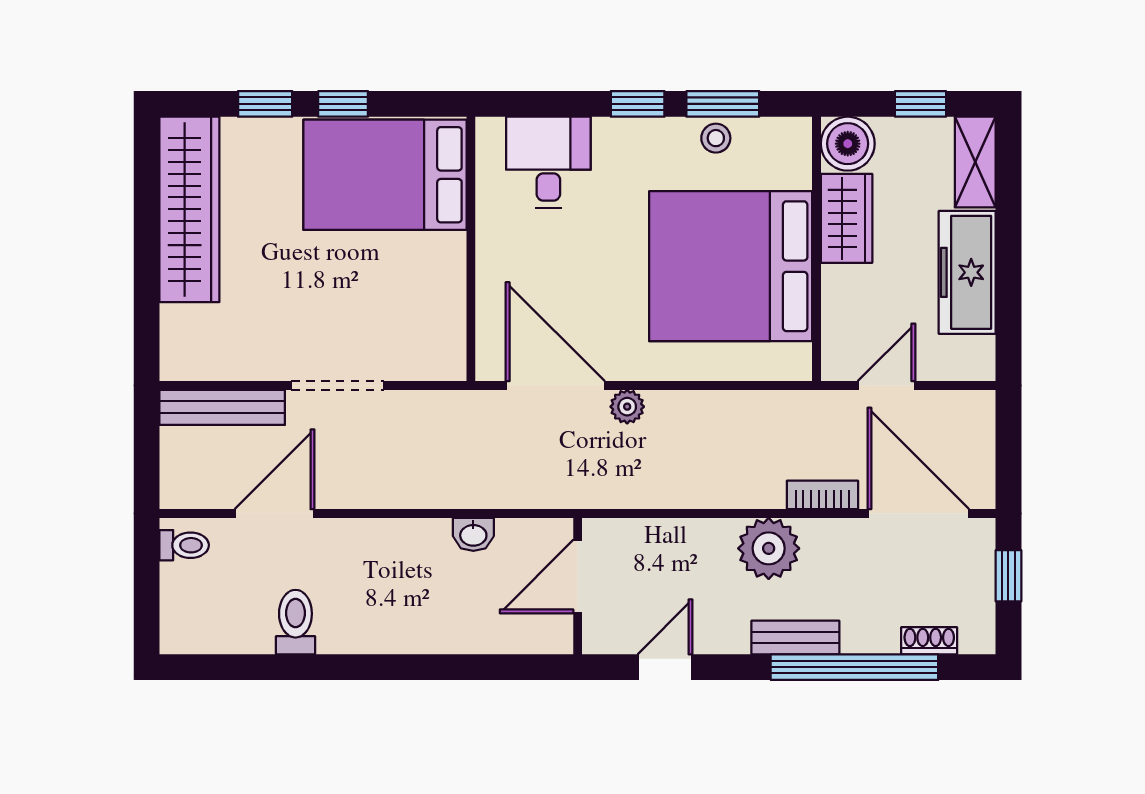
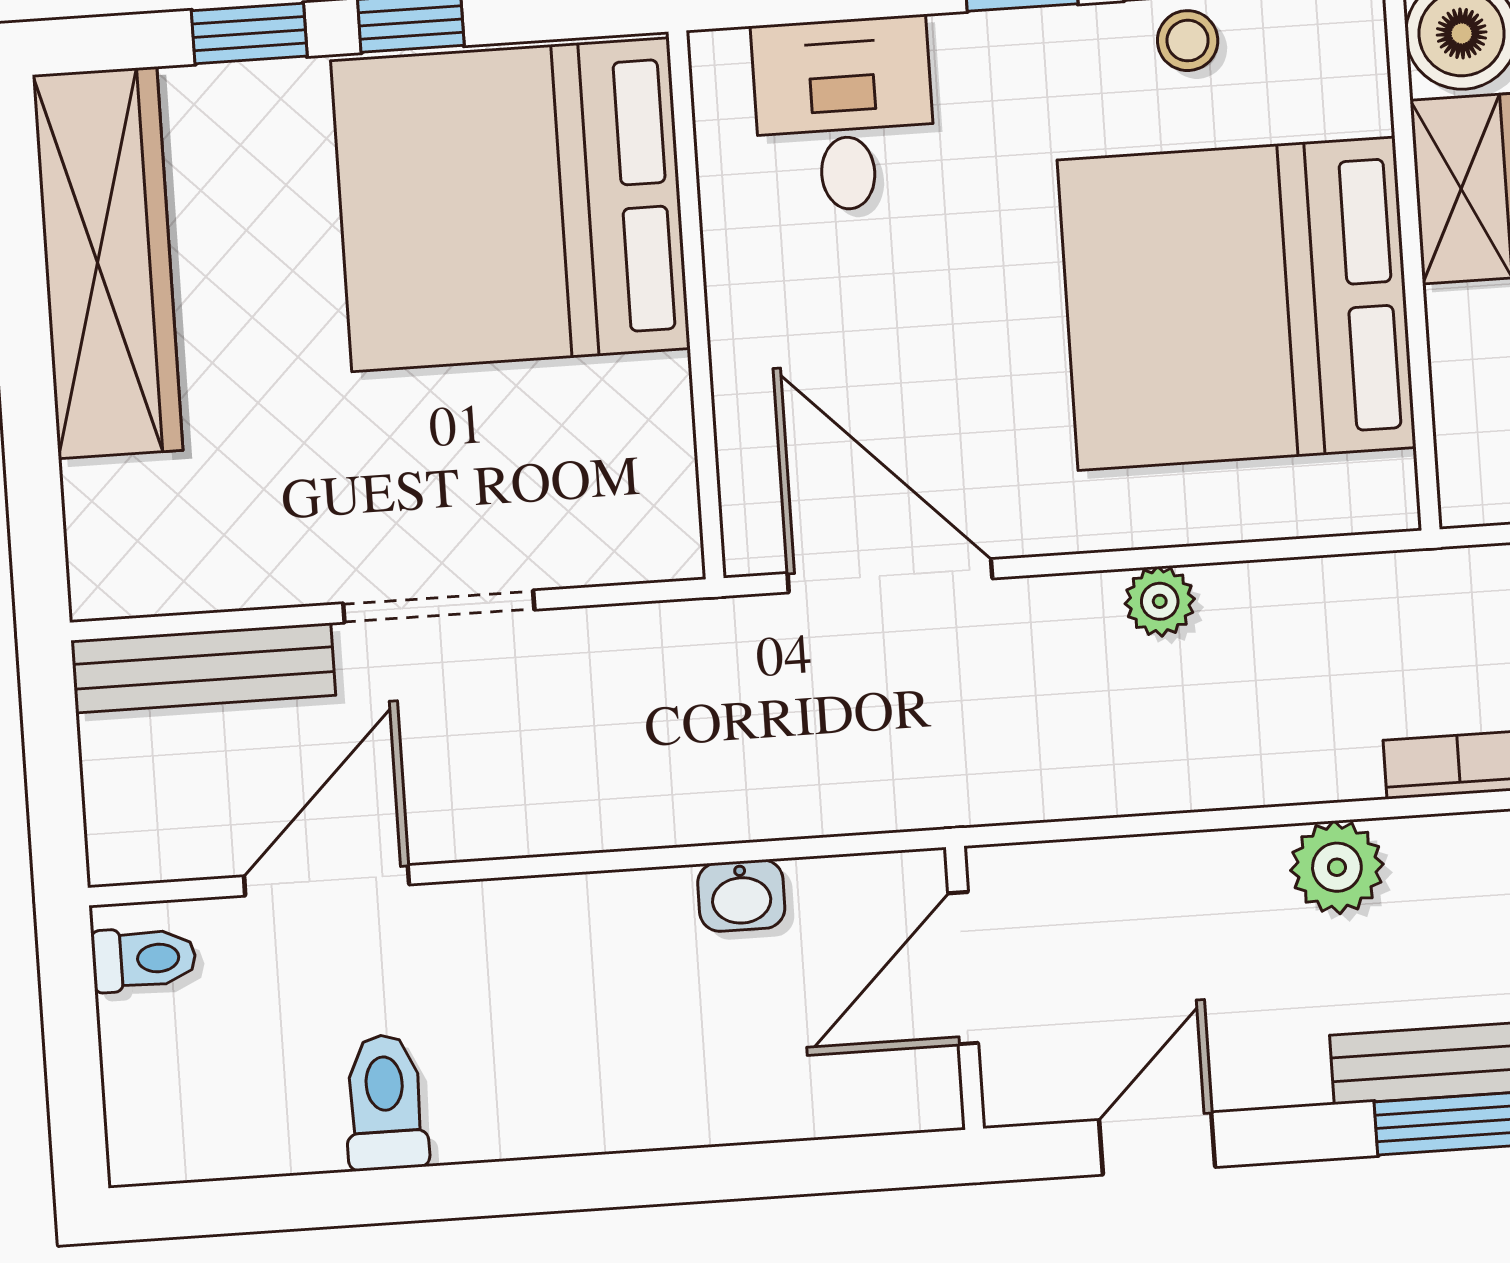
bed: (385, 175) -> (510, 205), width x1.36
plant: (627, 407) -> (1160, 601), moved
plant: (769, 548) -> (1337, 867), width x0.73, depth x0.73

